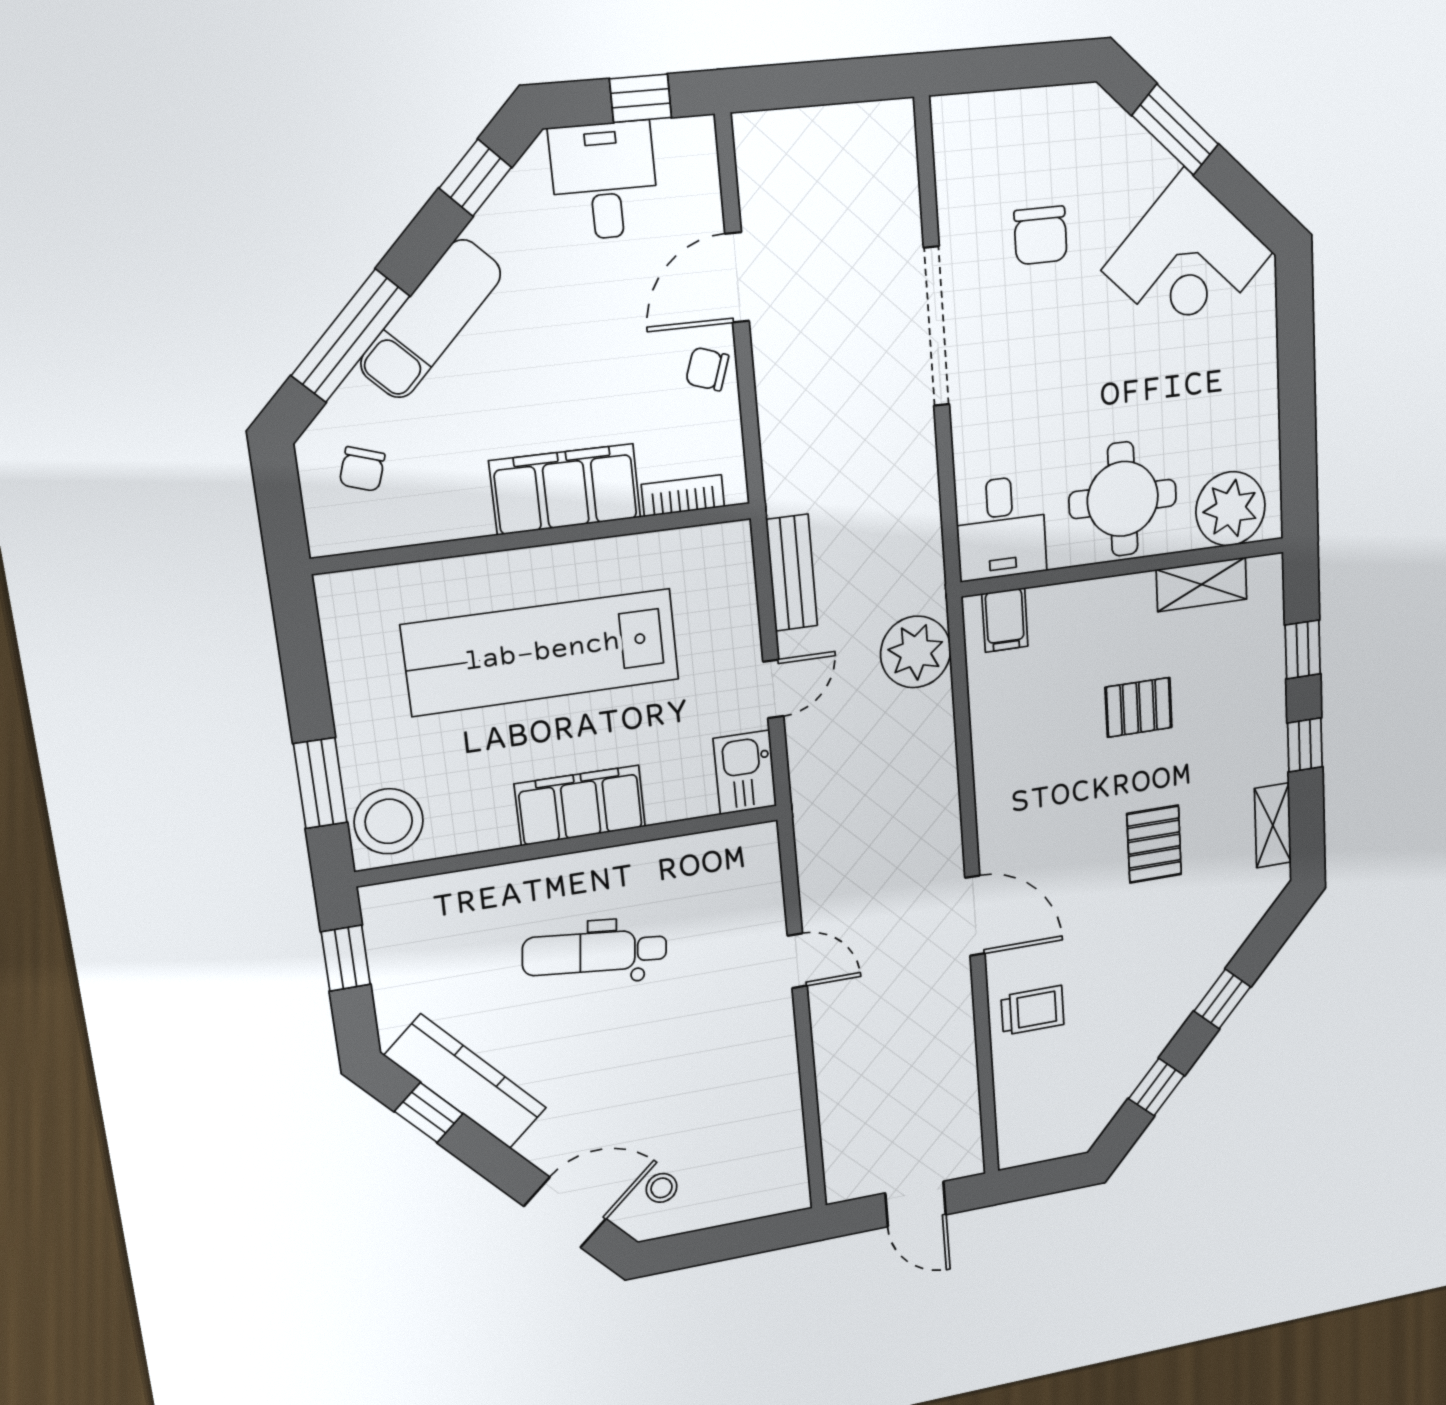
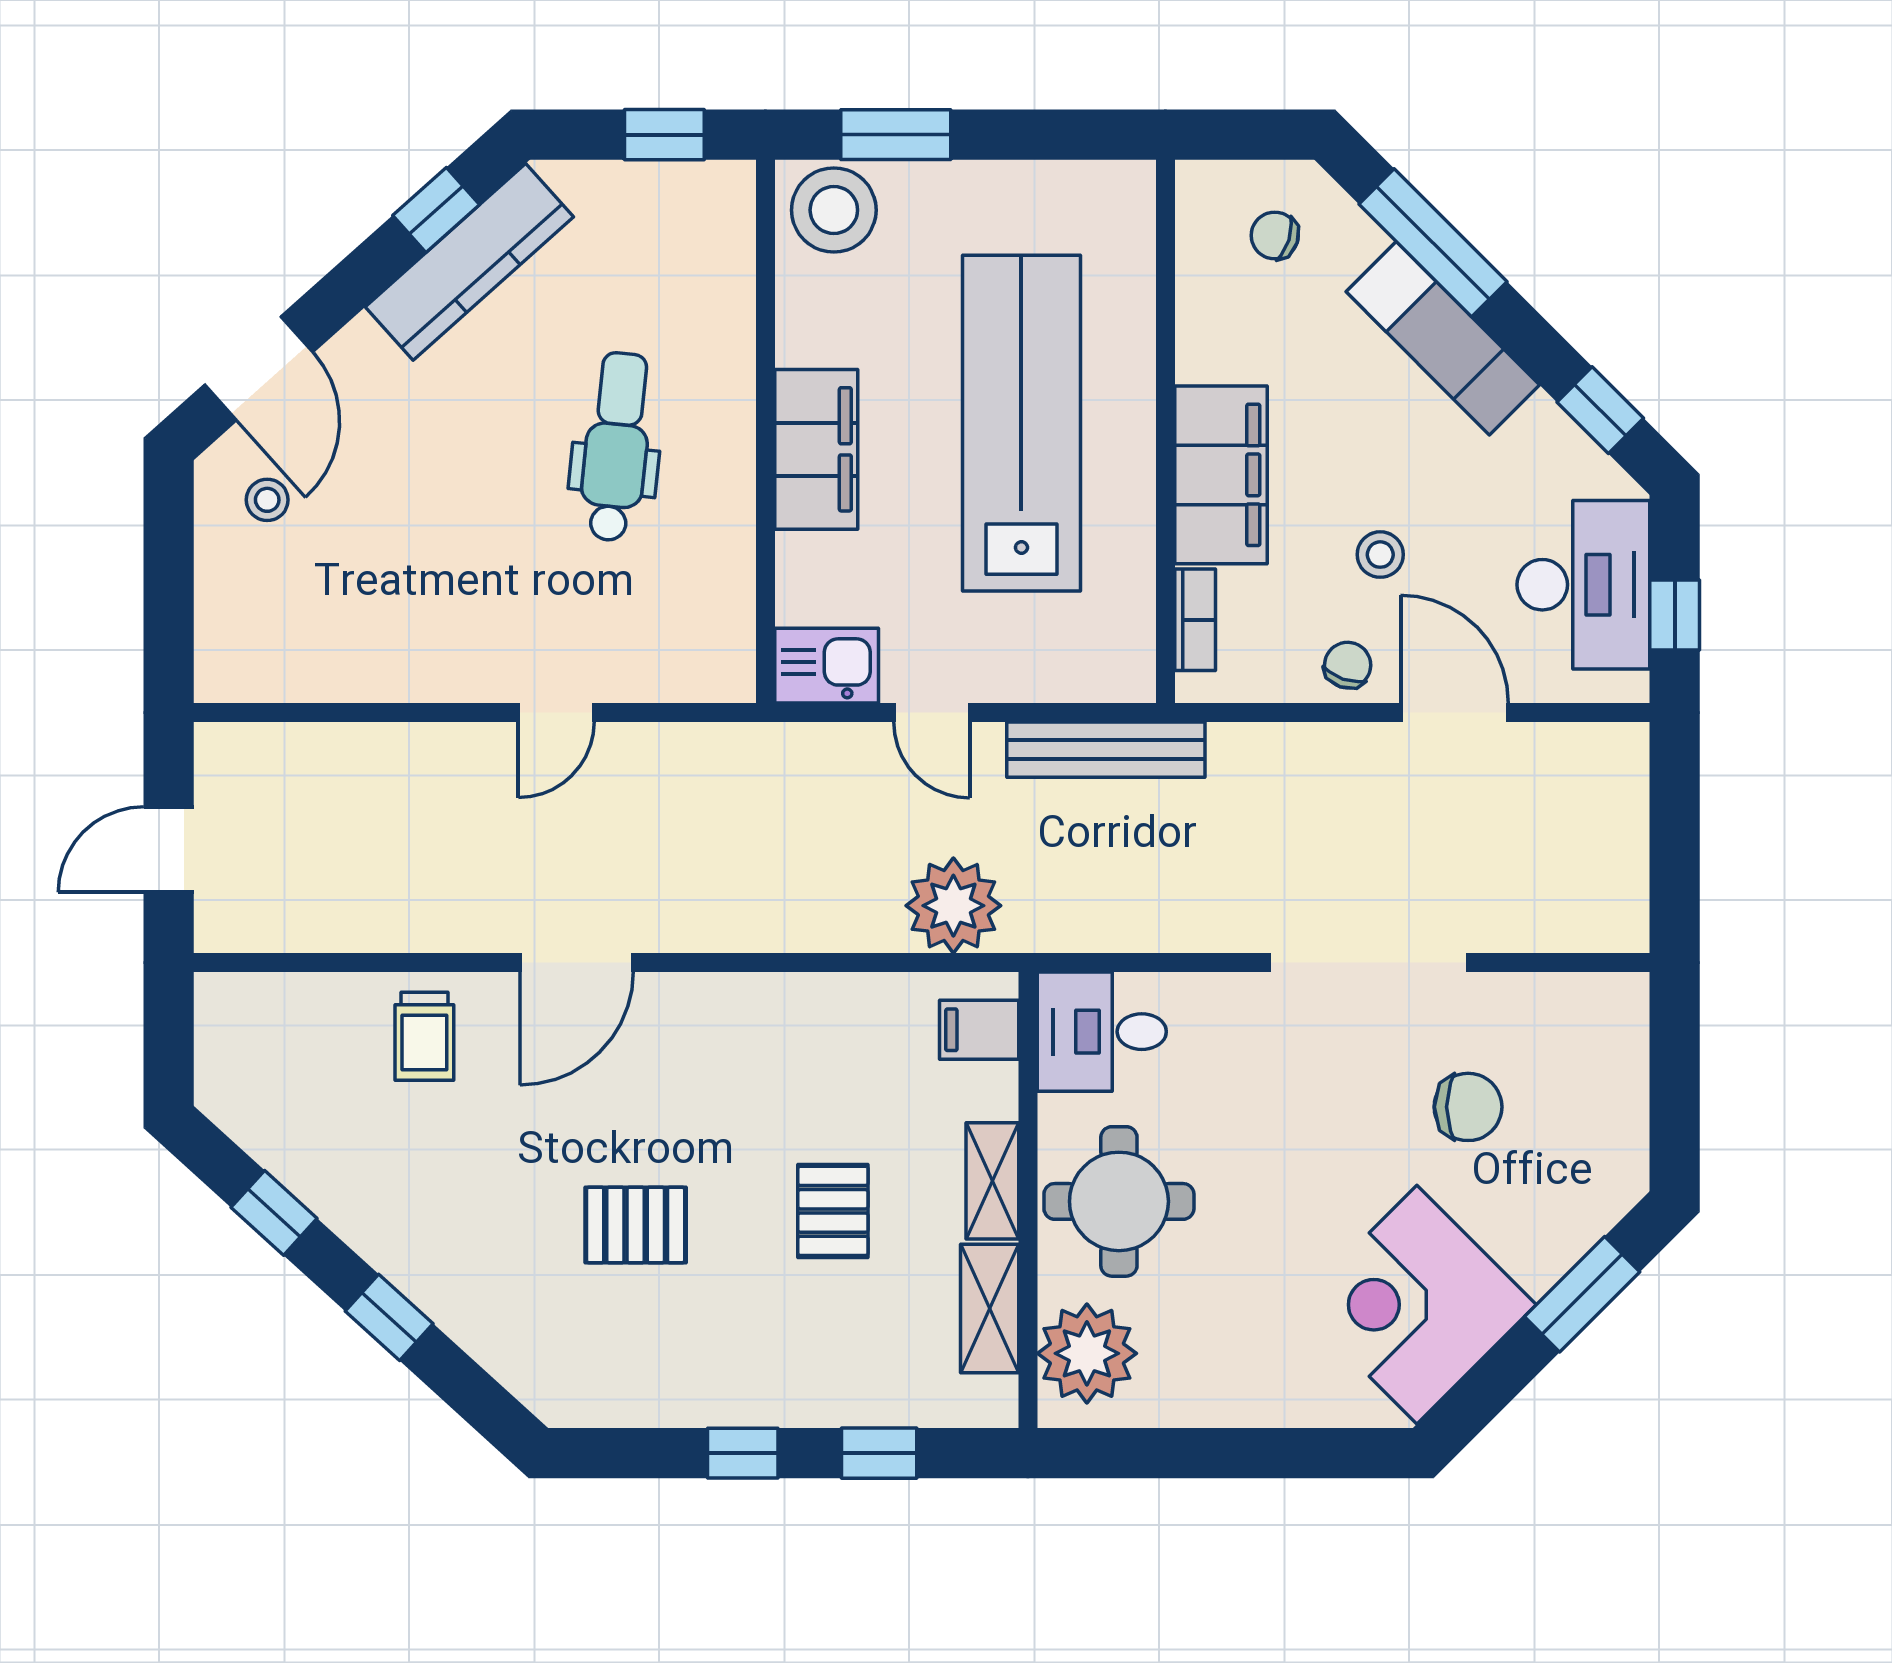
desk: (604, 181) -> (1583, 585), width x1.37
chair: (1041, 235) -> (1468, 1107), turned 180
stool: (616, 352) -> (1380, 555), added
bench: (792, 573) -> (1106, 750), width x1.36
shelving: (1273, 825) -> (992, 1181), moved, turned 90

